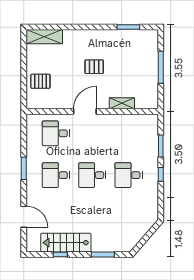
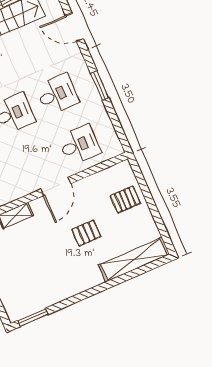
window: (128, 27) -> (33, 317), moved
shelving: (44, 37) -> (134, 260), width x1.47
pallet: (94, 67) -> (86, 233), moved

